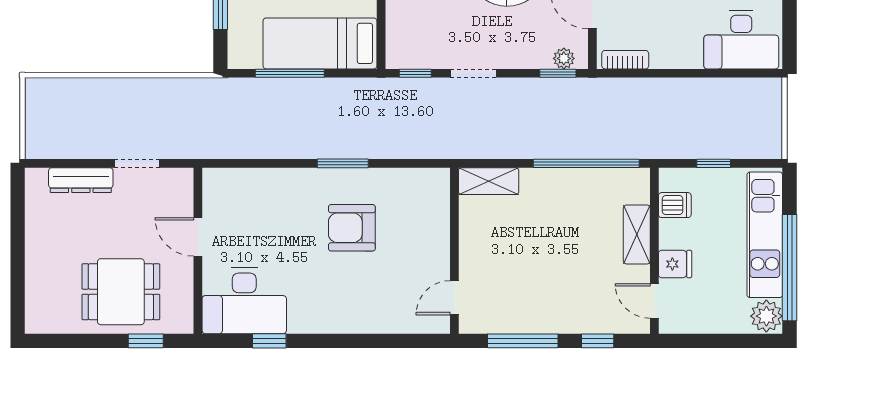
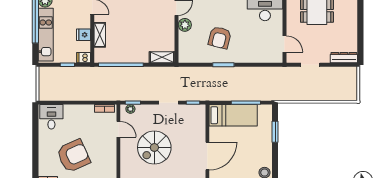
desk: (741, 40) -> (51, 117), width x0.73
dresser: (81, 180) -> (344, 58), moved
dishwasher: (675, 205) -> (84, 58), moved
armchair: (352, 228) -> (220, 38), turned 104
door: (198, 237) -> (284, 44), moved
plant: (435, 258) -> (185, 25), added
fridge: (675, 264) -> (84, 35), moved

